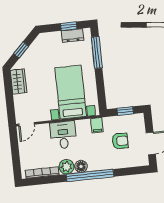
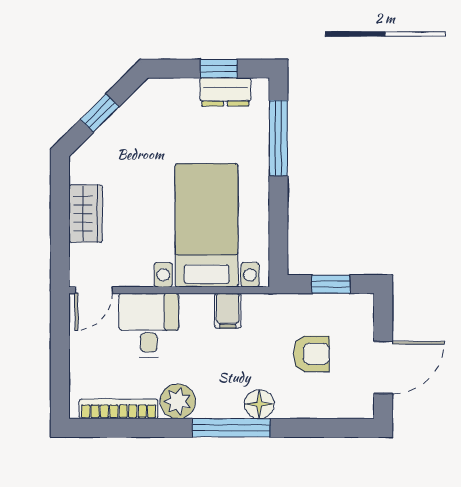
wardrobe: (19, 82) -> (86, 214), moved
filing cabinet: (97, 125) -> (228, 311), moved
desk: (63, 135) -> (149, 325), moved
floor lamp: (81, 166) -> (259, 404), moved
window: (90, 175) -> (231, 428), width x0.68

